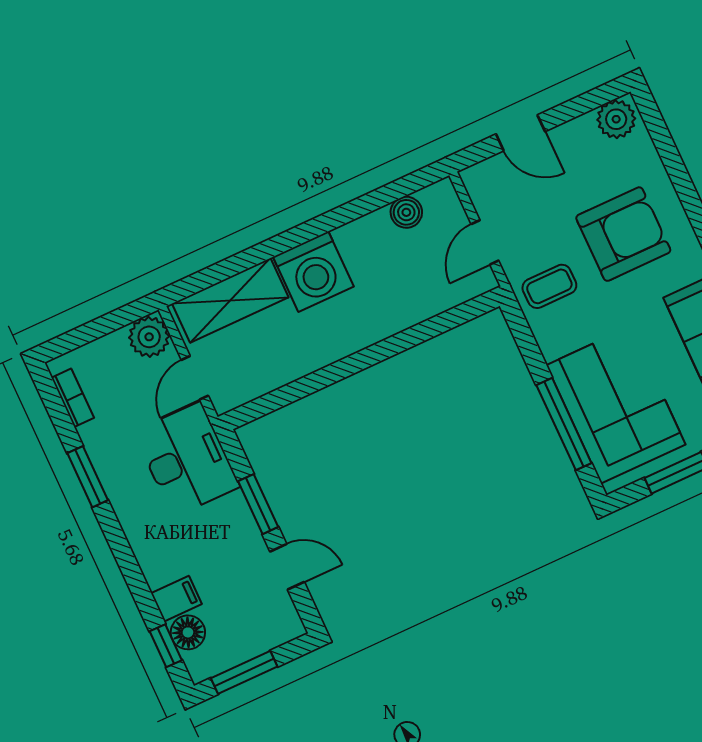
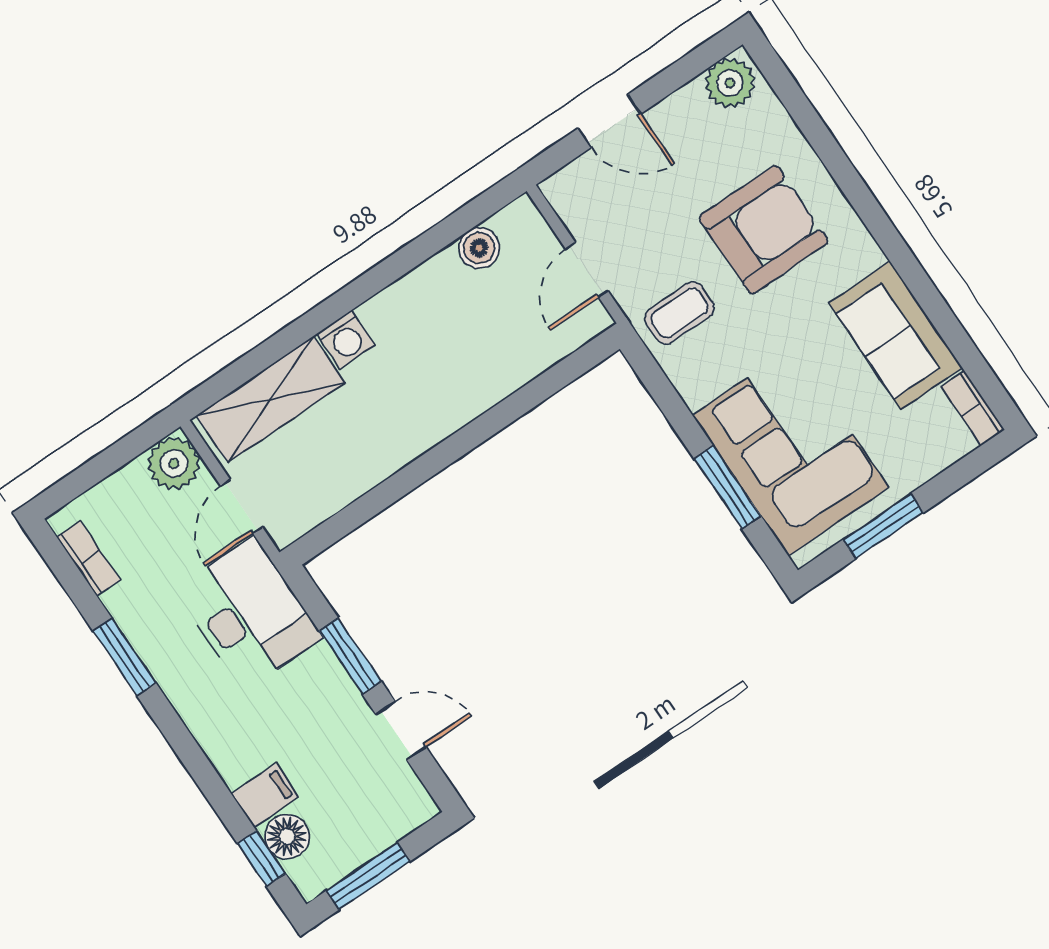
washing machine: (313, 272) -> (346, 339), width x0.53, depth x0.53
window: (564, 424) -> (728, 487), width x0.69

